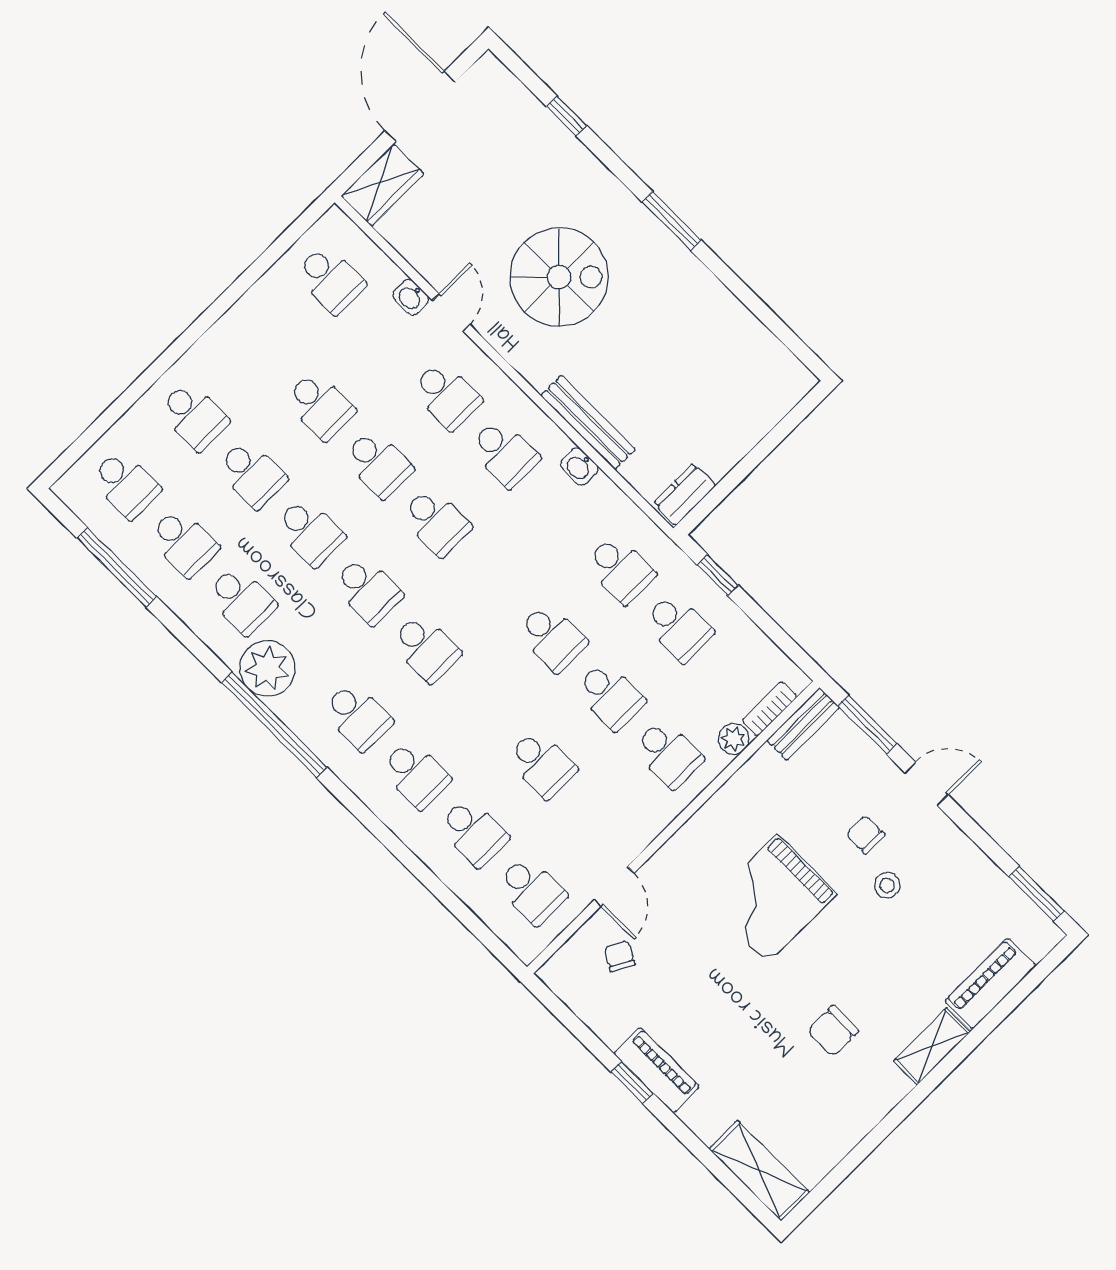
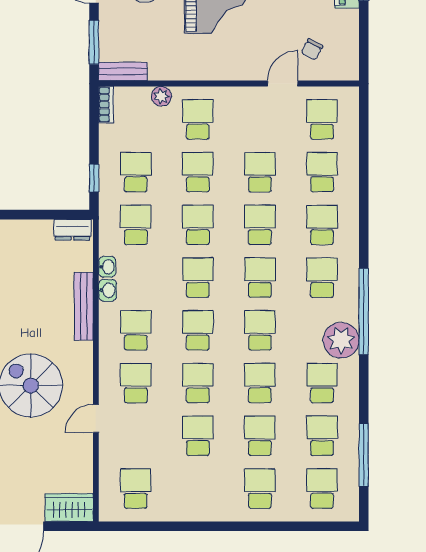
washbasin: (411, 297) -> (107, 267), moved
school desk: (494, 580) -> (198, 278), added
school desk: (484, 706) -> (260, 225), added
bookcase: (769, 709) -> (106, 105), moved, turned -90

